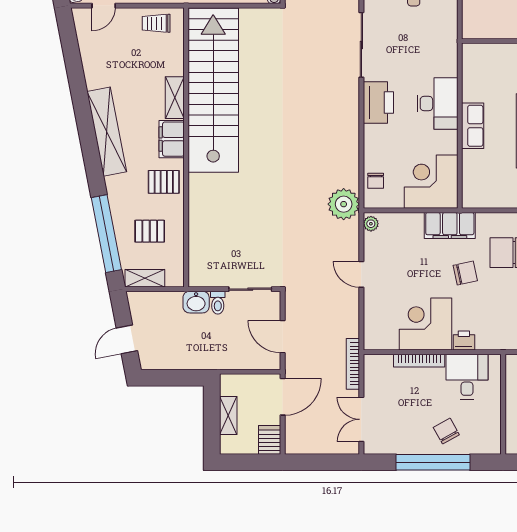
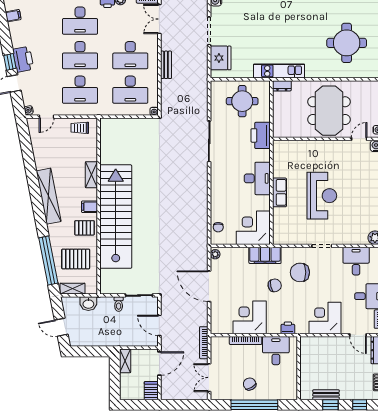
stairs: (213, 90) -> (116, 217), moved
printer: (378, 102) -> (261, 135), moved, turned 180
filing cabinet: (172, 139) -> (90, 207), width x0.50
plant: (344, 204) -> (198, 242), removed
pallet: (150, 231) -> (76, 259), width x1.50, depth x1.42
door: (361, 274) -> (209, 286), width x1.88
washbasin: (196, 302) -> (88, 304), moved
door: (127, 339) -> (61, 327), hinge flipped
printer: (464, 340) -> (288, 328), moved
shelving: (228, 415) -> (125, 361), moved
chair: (446, 431) -> (250, 384), moved

